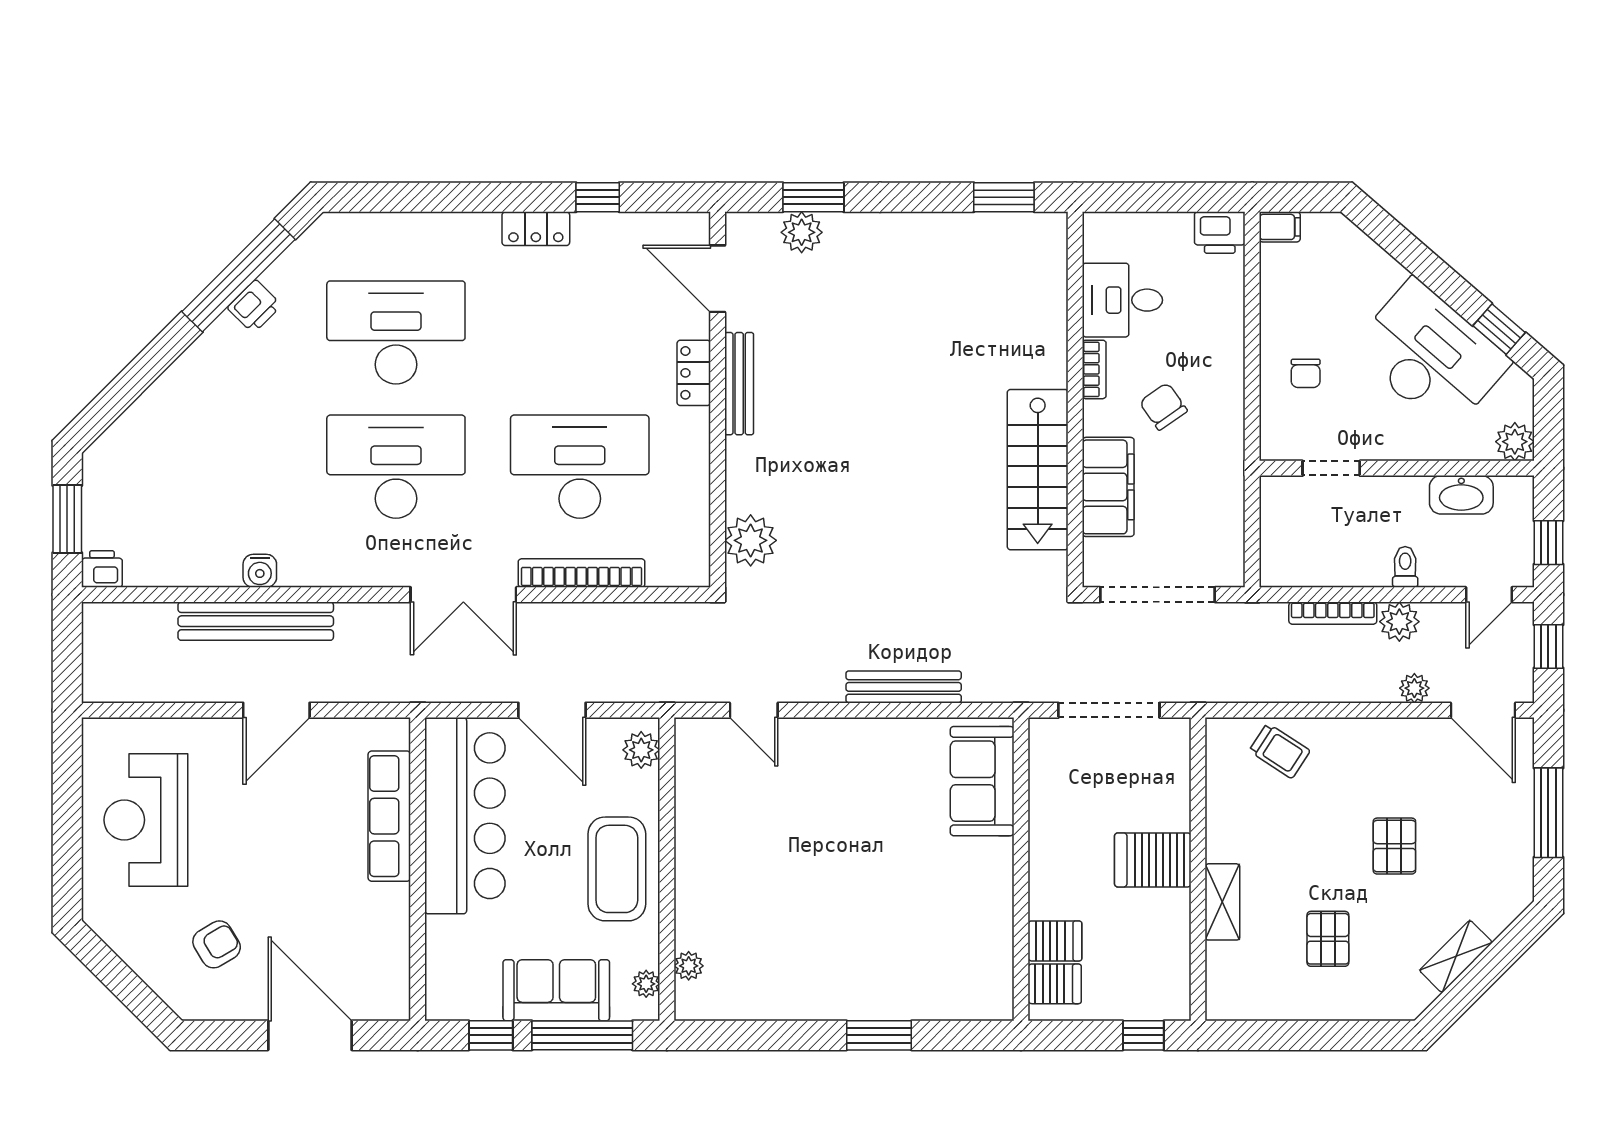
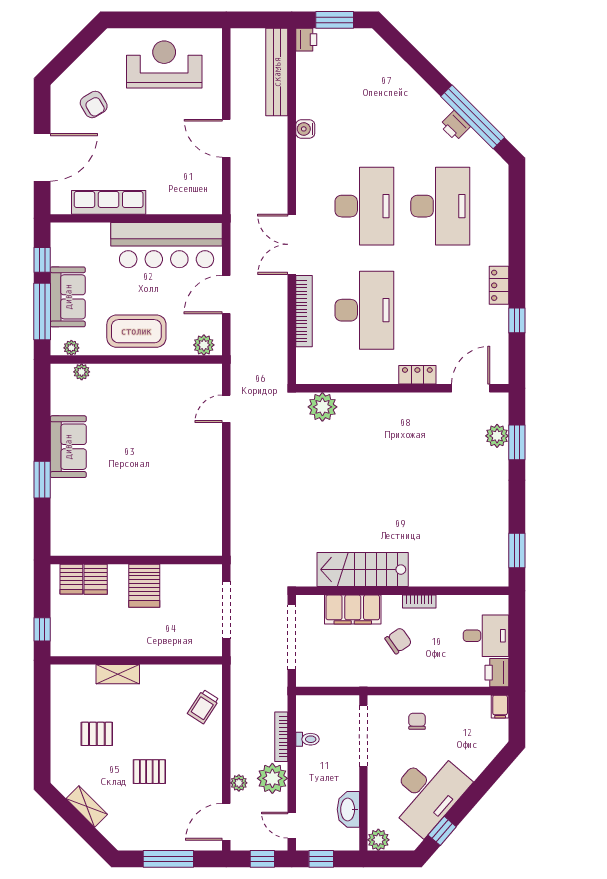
desk: (1122, 300) -> (486, 636), moved, turned 90
chair: (1306, 373) -> (417, 721), turned 90
bench: (739, 384) -> (411, 400), removed
doorway: (1331, 468) -> (363, 736), width x1.88
toilet: (1405, 567) -> (307, 739), moved
bench: (256, 621) -> (277, 72), moved
plant: (1399, 622) -> (272, 778), width x1.36, depth x1.36
bench: (904, 687) -> (239, 494), removed
sofa: (982, 781) -> (68, 447), moved, turned 90
row of seats: (389, 816) -> (109, 202), moved
server rack: (1153, 860) -> (144, 586), moved, turned 180

